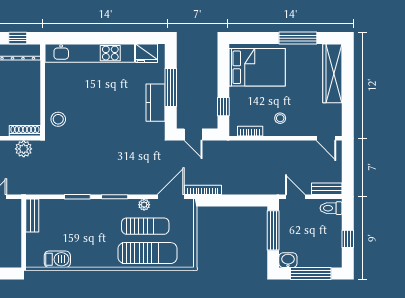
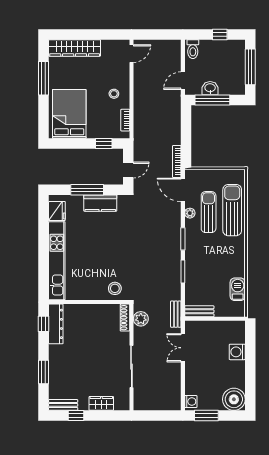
bench: (327, 189) -> (176, 314), moved
washbasin: (288, 260) -> (210, 88), moved, turned 90

